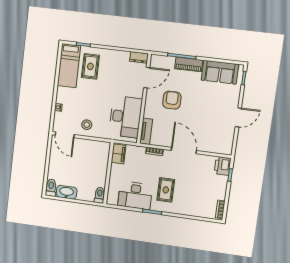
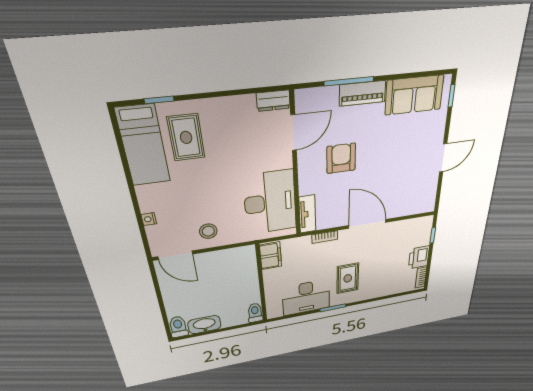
printer: (223, 166) -> (419, 257), moved

